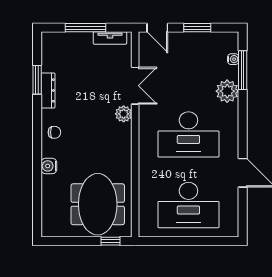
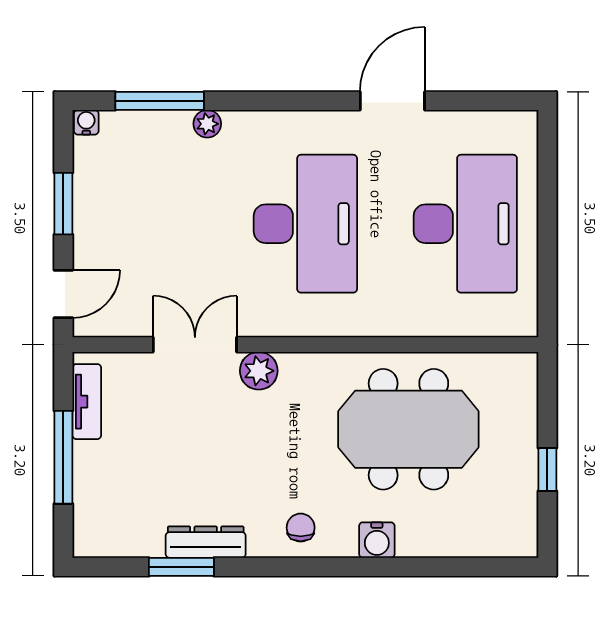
water cooler: (233, 59) -> (86, 122), moved
plant: (227, 91) -> (207, 124), width x0.53, depth x0.53
meeting table: (98, 204) -> (408, 429), moved
window: (110, 241) -> (547, 470), moved

